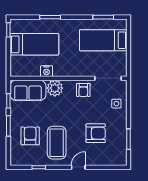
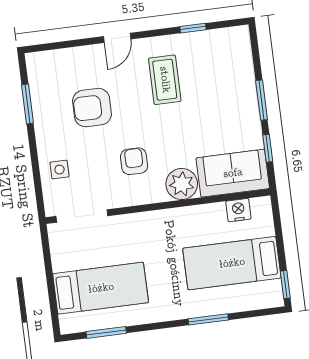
nightstand: (46, 71) -> (238, 210), moved
armchair: (83, 90) -> (134, 161), moved
armchair: (30, 136) -> (217, 86), removed
coffee table: (57, 143) -> (165, 80), width x0.73, depth x0.76

